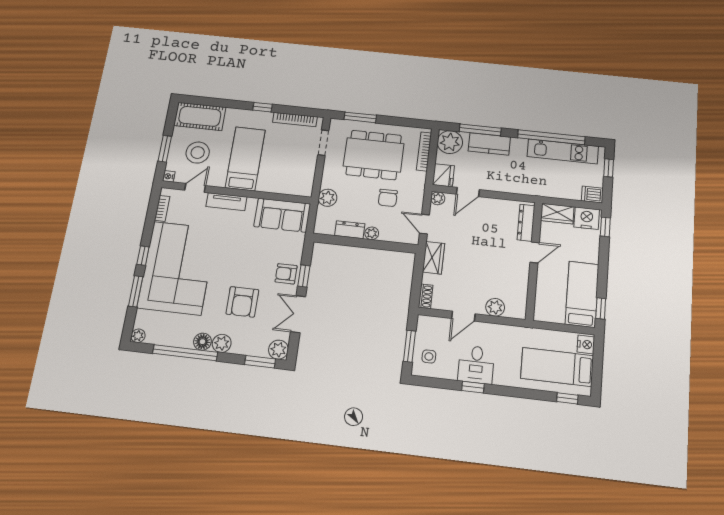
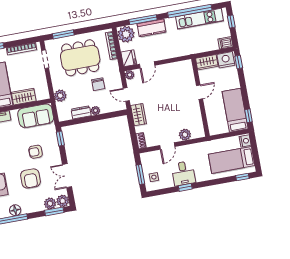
wardrobe: (275, 184) -> (24, 97), added
dresser: (526, 223) -> (189, 74), removed
armchair: (286, 274) -> (36, 152), moved
window: (304, 276) -> (60, 139), moved
plant: (222, 343) -> (50, 203), moved

